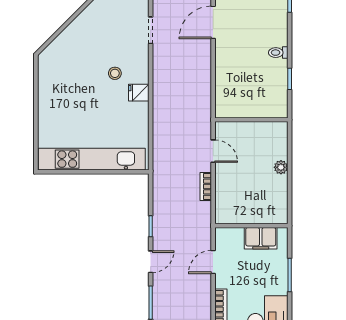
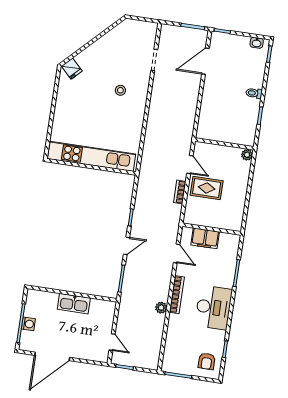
fridge: (139, 93) -> (72, 69), moved, turned -135
plant: (281, 167) -> (247, 155), moved
rug: (238, 177) -> (207, 188), added
filing cabinet: (261, 238) -> (205, 238), moved
door: (213, 262) -> (177, 253), swing flipped

